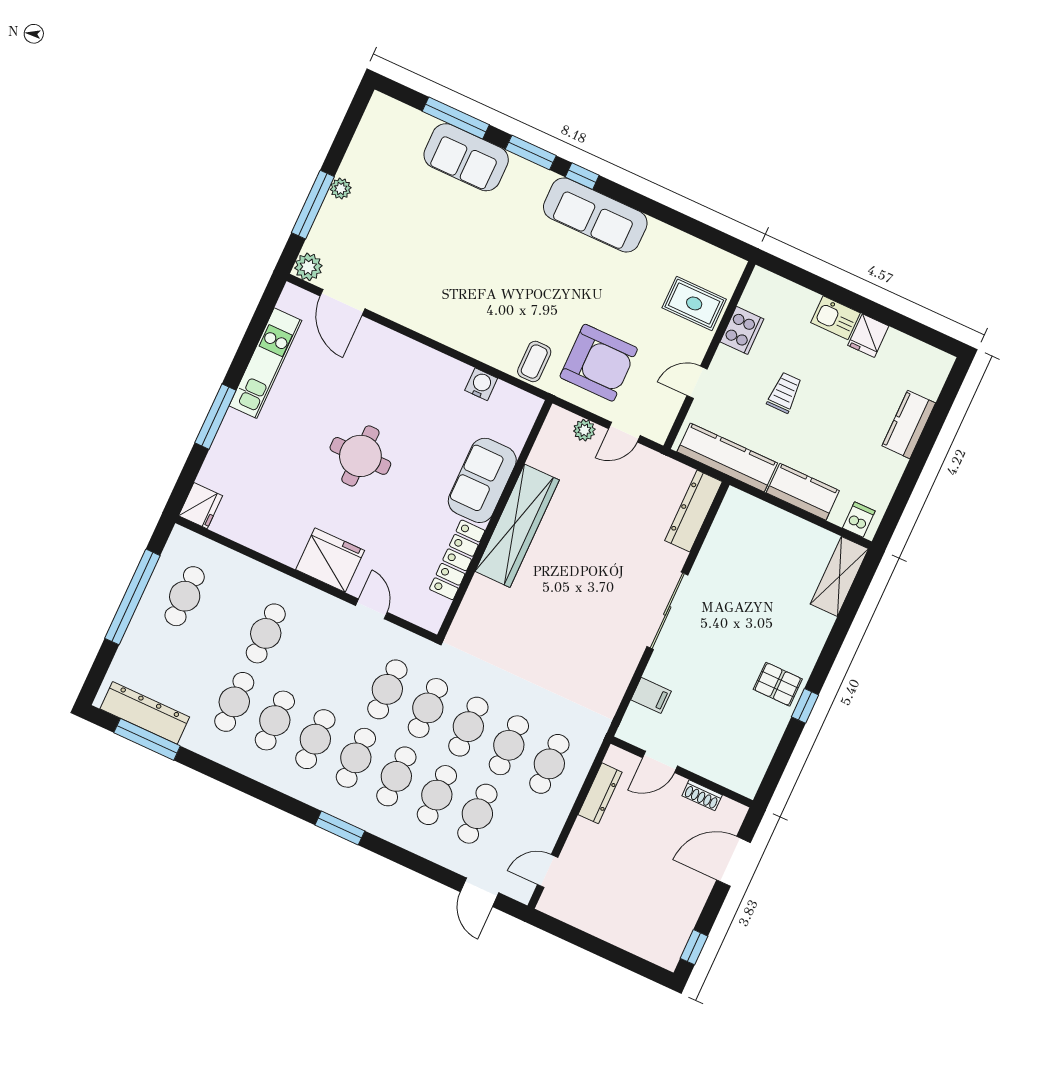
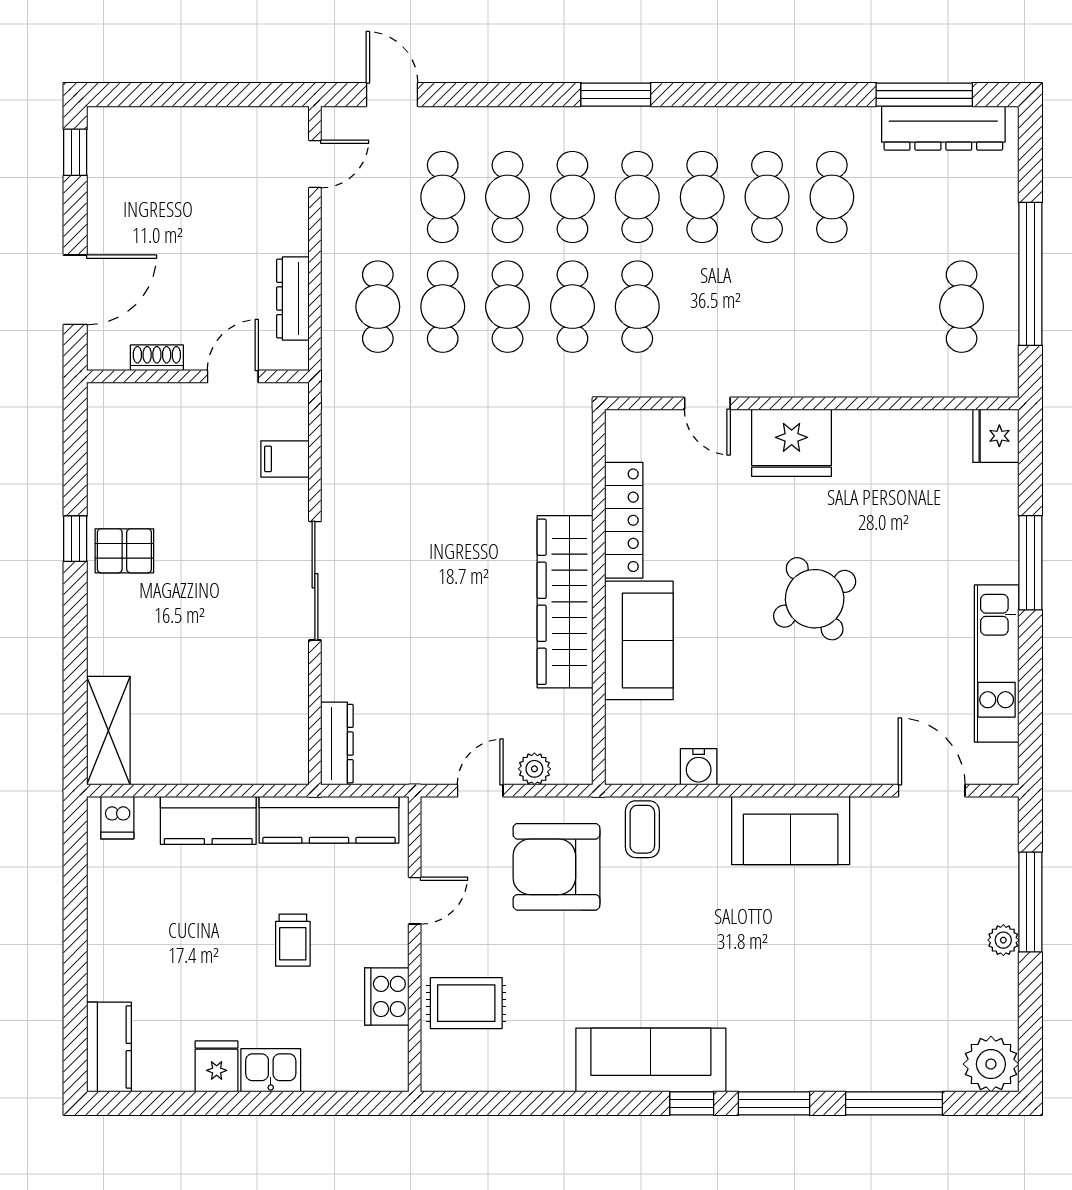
sofa: (466, 157) -> (791, 831), moved, turned 180
plant: (308, 267) -> (991, 1064), moved, width x1.36, depth x1.36
kitchen counter: (909, 424) -> (109, 1047), moved
round table: (360, 456) -> (815, 599), turned -30
dresser: (694, 511) -> (337, 744), width x0.73, depth x0.80
cafe table: (266, 633) -> (832, 307), removed

